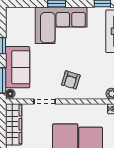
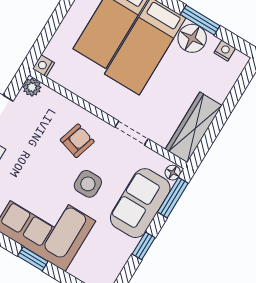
side table: (51, 61) -> (88, 184), added

